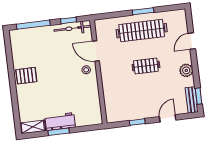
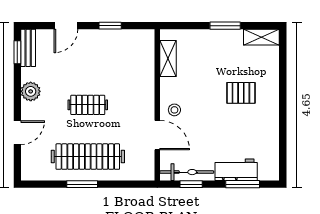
window: (33, 25) -> (243, 184), width x0.69
pallet: (26, 76) -> (241, 93), moved
shelving: (95, 105) -> (168, 58), added
workbench: (60, 122) -> (236, 170), moved, turned 180

